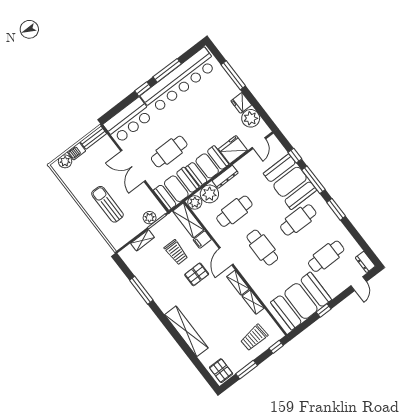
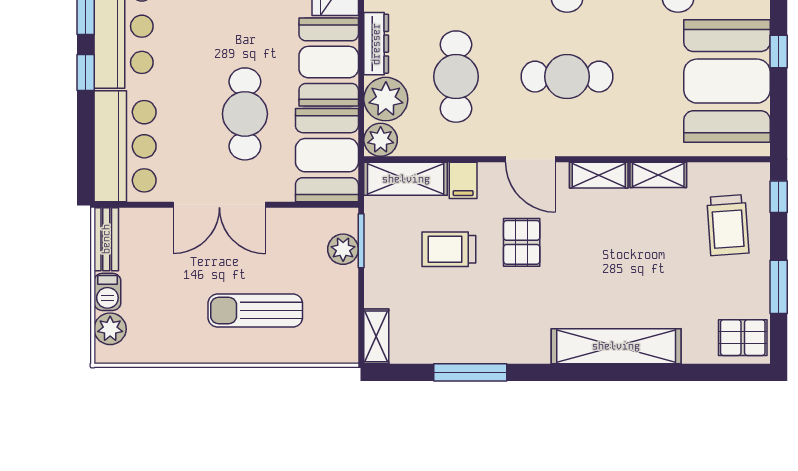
shelving: (143, 240) -> (376, 336), moved
trolley: (176, 252) -> (449, 249), turned 180

